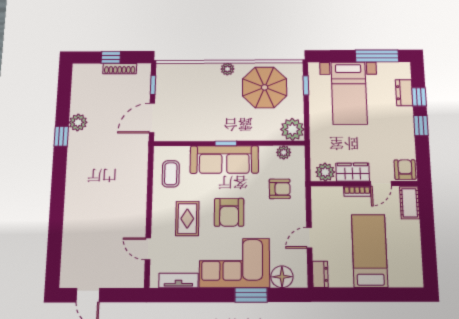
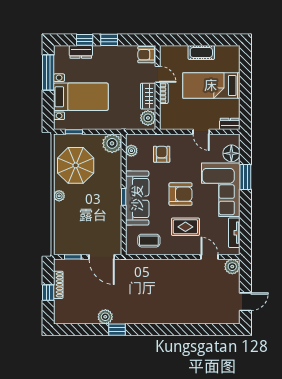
cot: (410, 203) -> (201, 52), moved
door: (148, 249) -> (210, 257), swing flipped
plant: (134, 278) -> (232, 267), added

